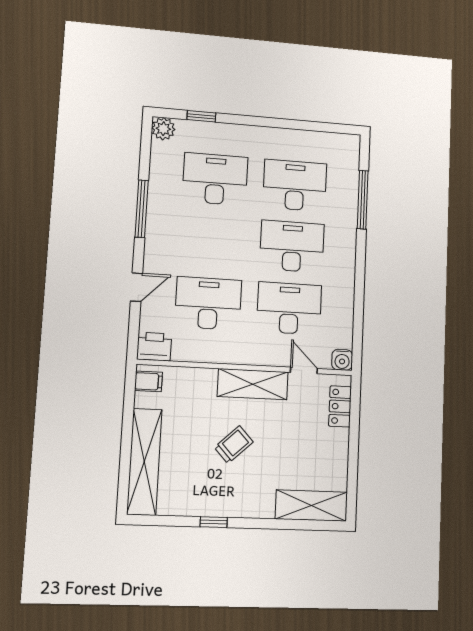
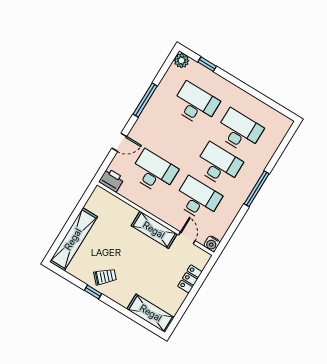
window: (363, 200) -> (257, 189), moved
filing cabinet: (148, 381) -> (98, 197), removed
locker: (340, 406) -> (190, 279), moved
trolley: (234, 445) -> (105, 277), moved

